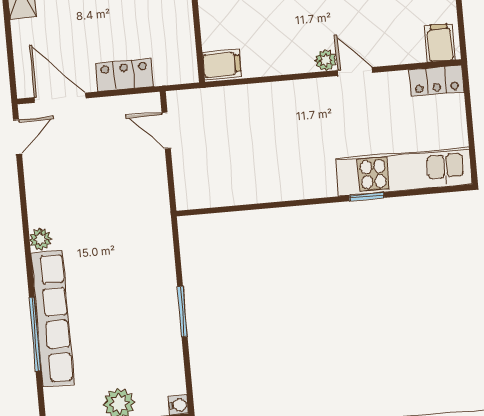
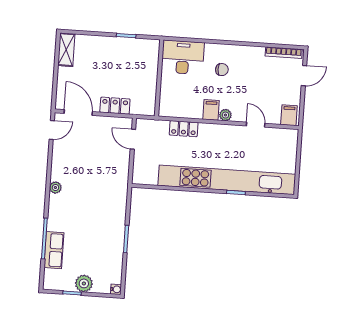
filing cabinet: (222, 65) -> (211, 110), moved, turned -90
door: (355, 71) -> (256, 125), moved
locker: (436, 81) -> (184, 129), moved
kitchen unit: (404, 172) -> (227, 180), width x1.86
row of seats: (53, 319) -> (54, 250), width x0.50

